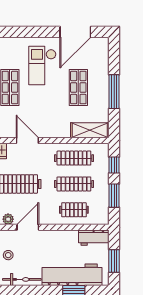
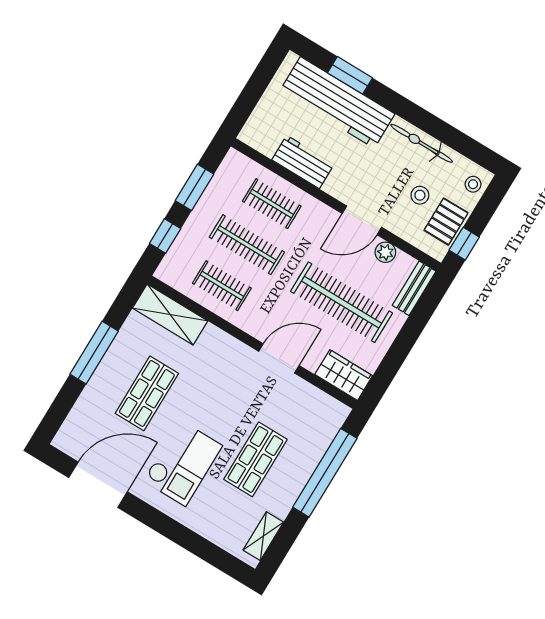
door: (27, 141) -> (279, 358), swing flipped
clothes rail: (74, 158) -> (222, 286), width x0.73
workbench: (94, 238) -> (303, 162), moved
window: (114, 261) -> (258, 84), removed

